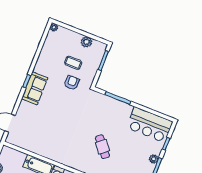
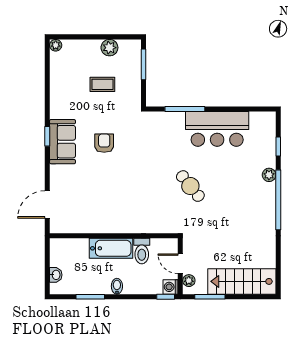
armchair: (72, 83) -> (104, 143), moved
bar counter: (150, 125) -> (217, 129), moved

